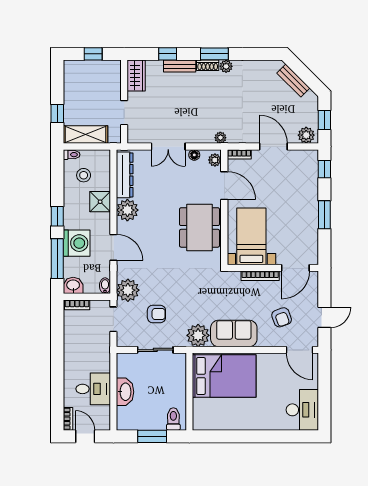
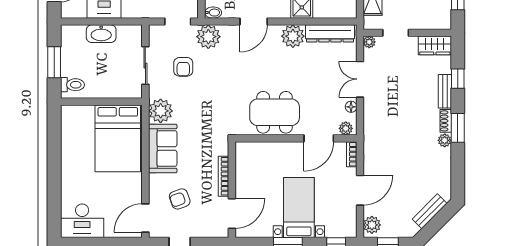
plant: (220, 138) -> (369, 42), moved
bed with nightstands: (251, 236) -> (299, 208), moved, turned -90
door: (295, 268) -> (232, 213), swing flipped

